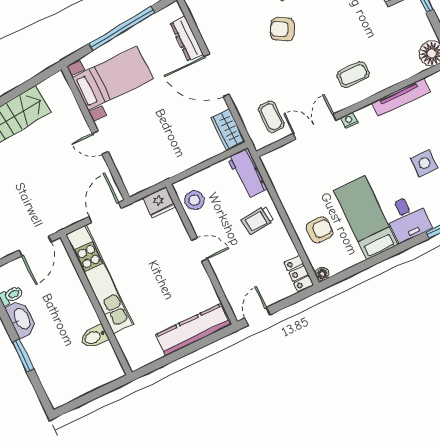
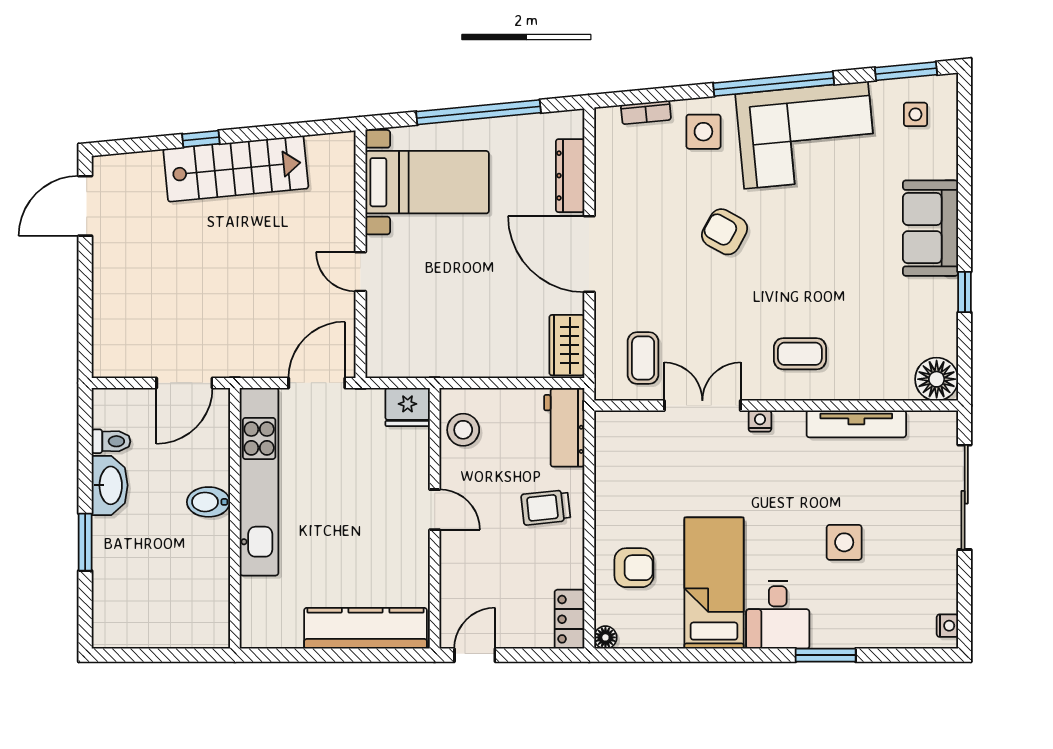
bidet: (94, 337) -> (208, 502), moved

